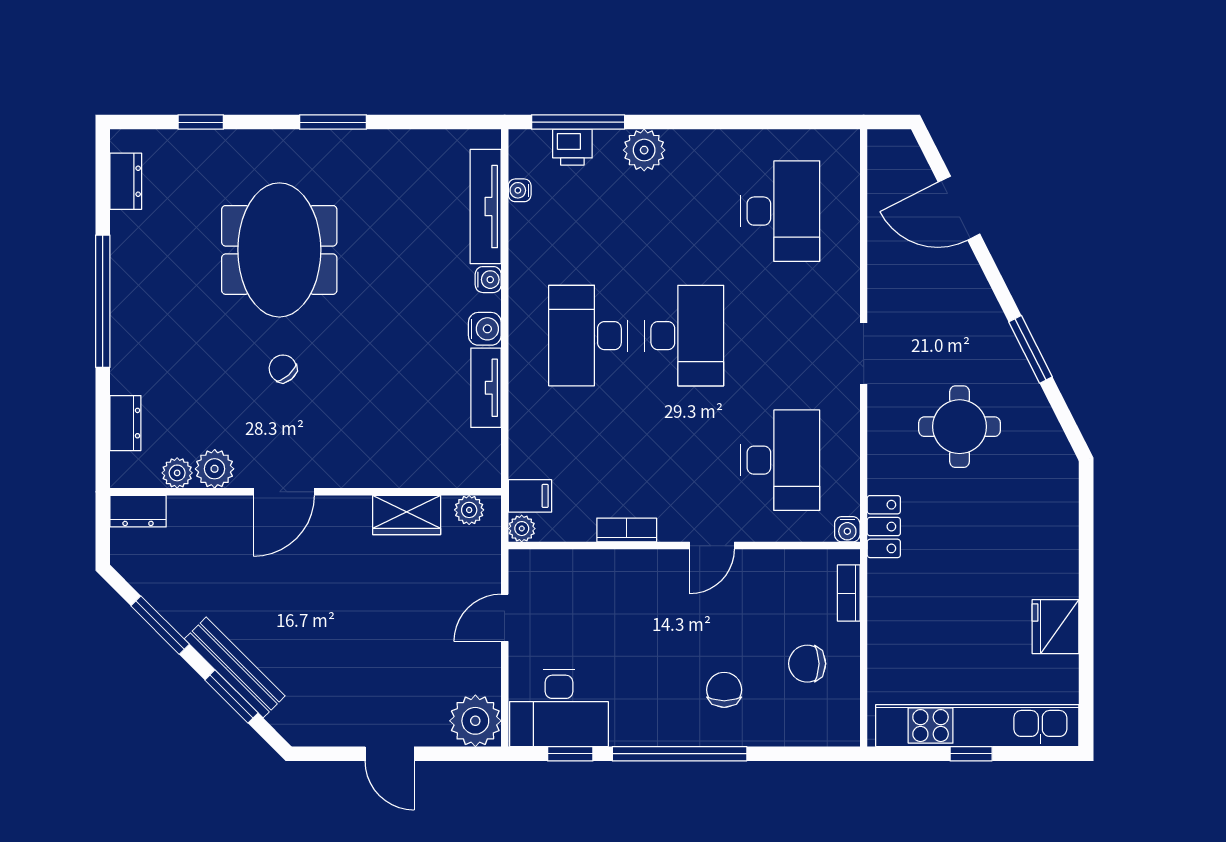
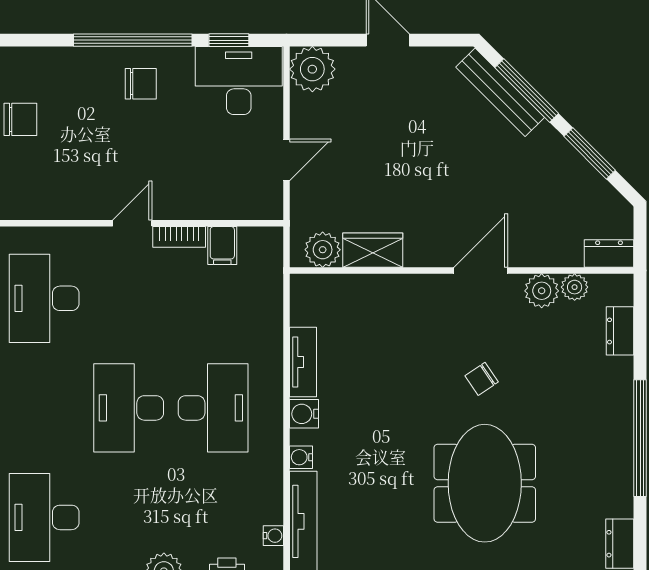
chair: (283, 369) -> (482, 379), turned 97
filing cabinet: (530, 496) -> (222, 245), moved, turned -90
plant: (469, 510) -> (323, 250), width x1.38, depth x1.38
plant: (522, 529) -> (271, 238), removed
door: (712, 546) -> (132, 223), moved
bench: (235, 667) -> (500, 92), moved
chair: (724, 690) -> (141, 84), moved, turned -90
window: (231, 696) -> (527, 90), width x1.44

